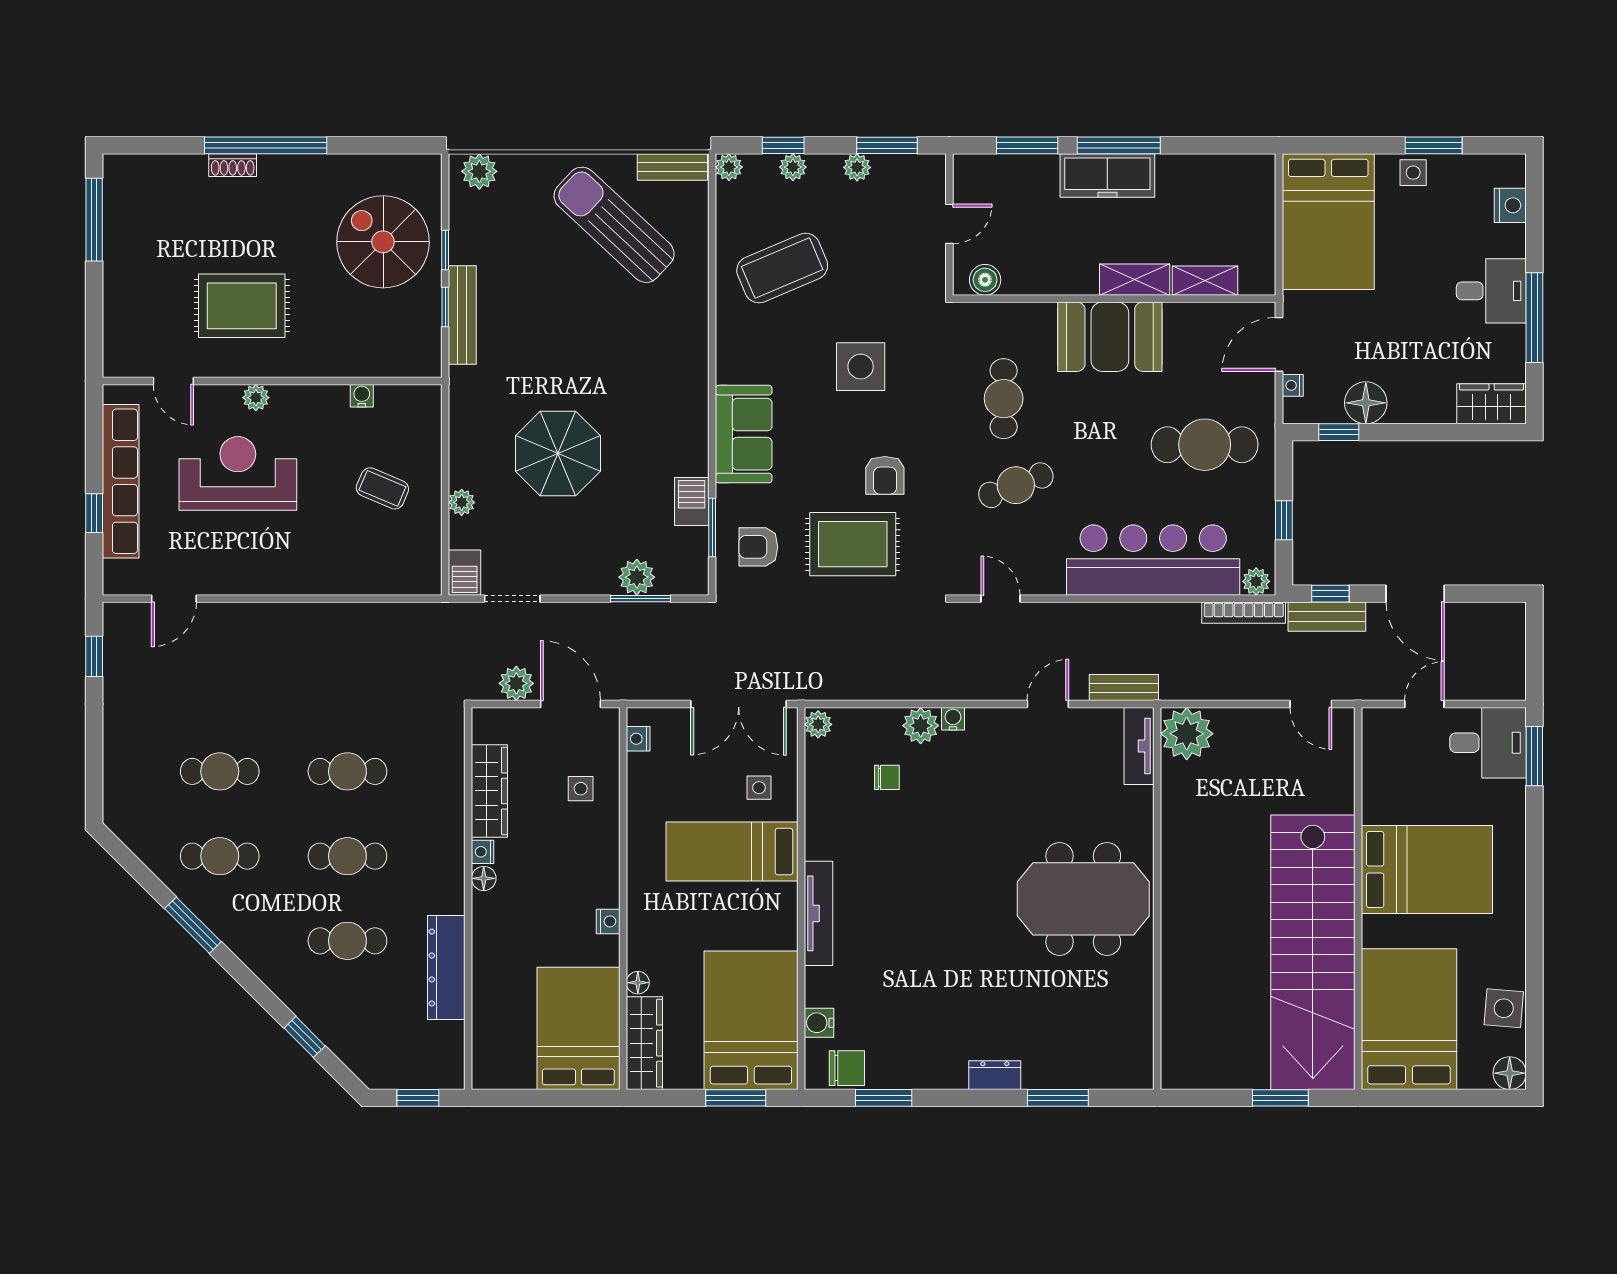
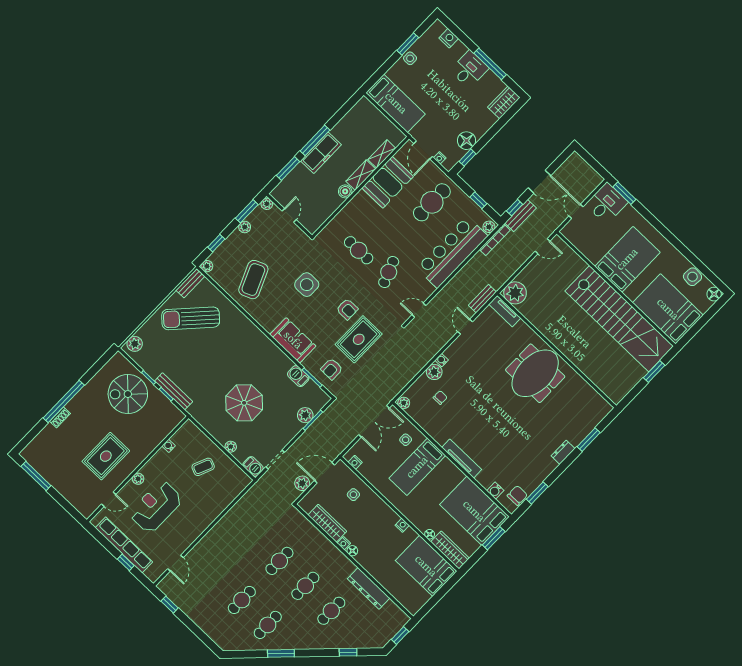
plant: (793, 167) -> (267, 204), moved
bed: (1328, 222) -> (396, 103), width x0.67
boiler: (985, 280) -> (345, 191), moved
booth: (1110, 337) -> (388, 182), moved

